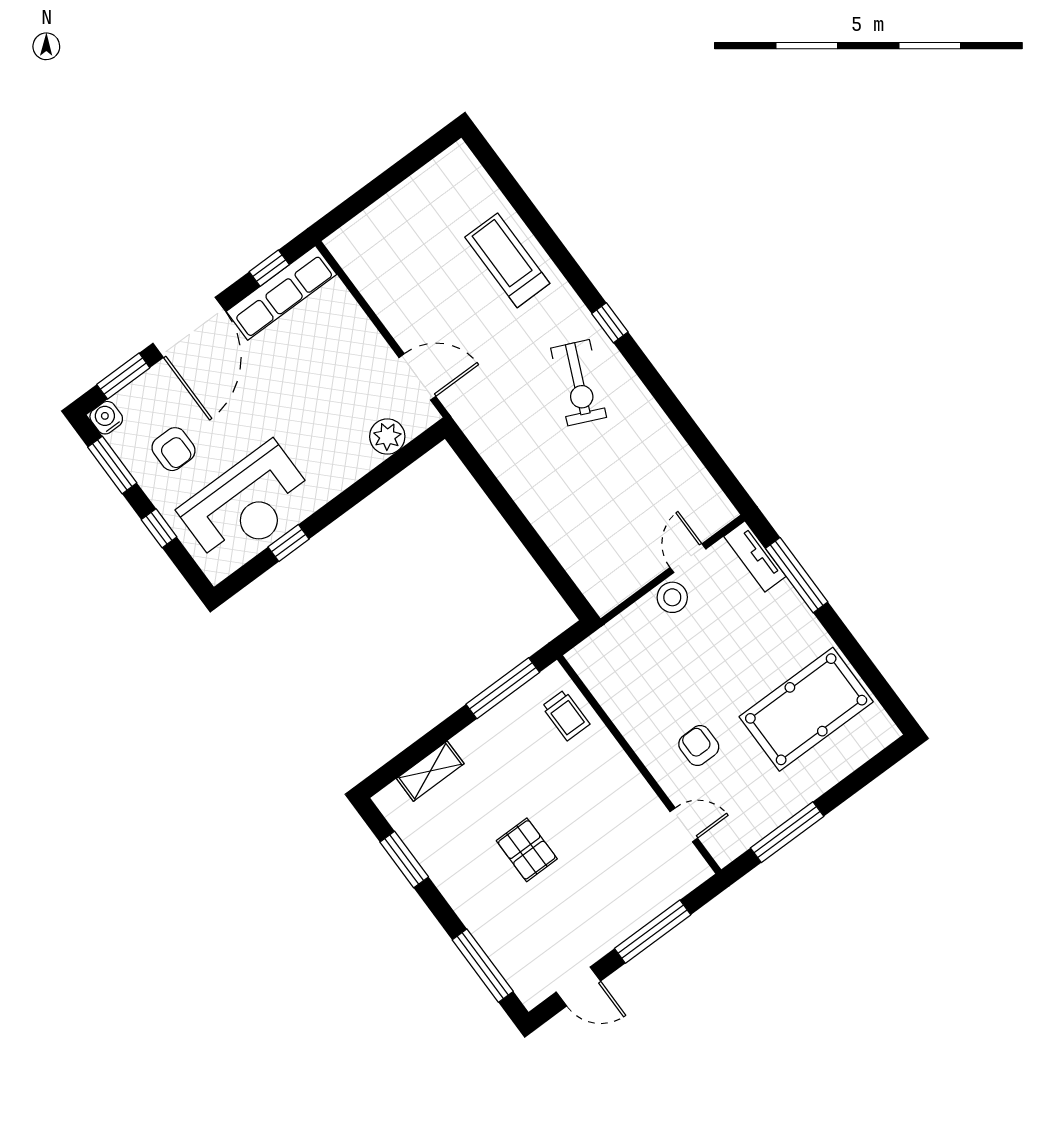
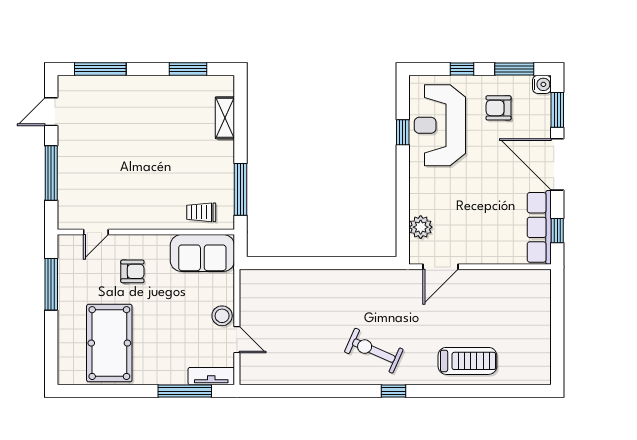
sofa: (614, 677) -> (202, 253), added
pallet: (527, 850) -> (145, 138), removed

